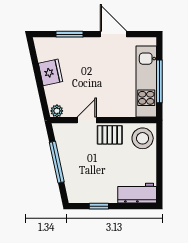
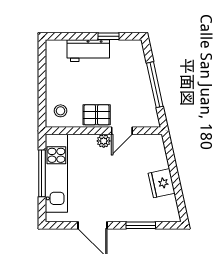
plant: (57, 111) -> (104, 141), moved
stool: (143, 138) -> (61, 111), width x0.53, depth x0.53
workbench: (137, 193) -> (88, 51), moved

